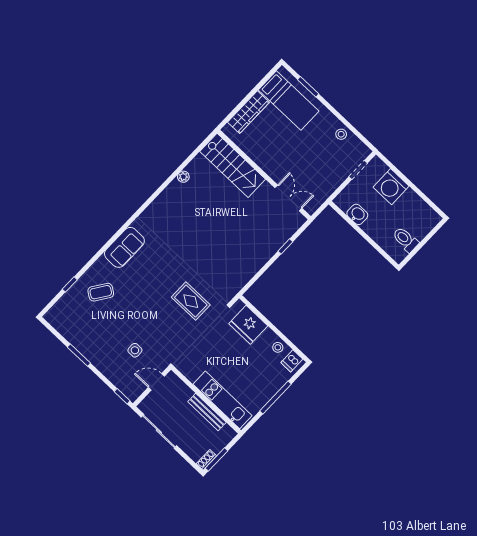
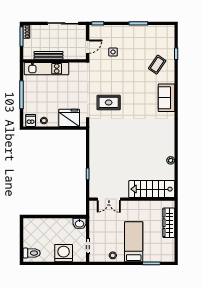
bed: (289, 101) -> (134, 242), moved, turned 90
washbasin: (357, 214) -> (79, 223), moved
toilet: (405, 240) -> (32, 253), moved

